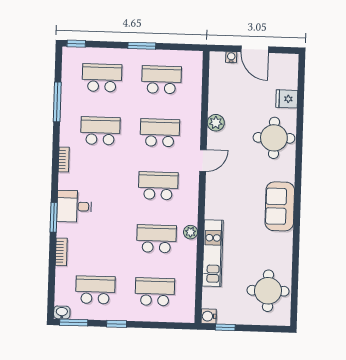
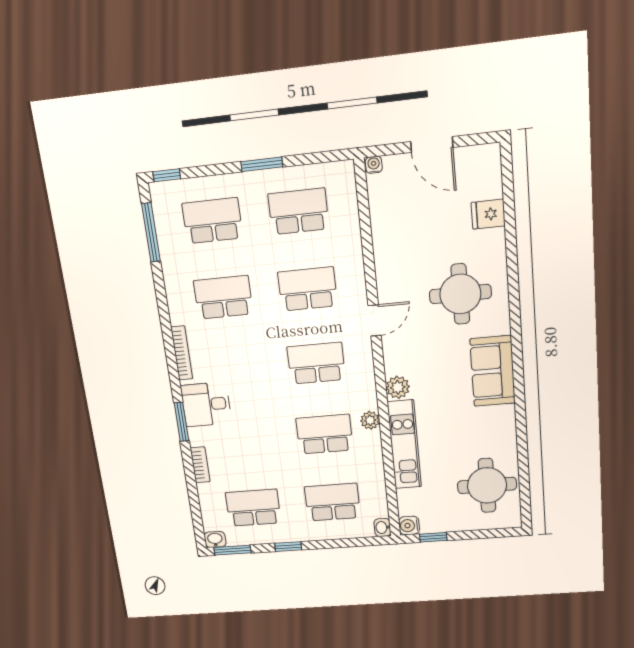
water cooler: (231, 57) -> (374, 165), moved
window: (57, 102) -> (151, 232), moved
plant: (216, 123) -> (398, 387), moved
round table: (274, 138) -> (460, 294), moved
bookcase: (64, 159) -> (182, 353), width x1.56
washbasin: (189, 316) -> (382, 527), added

